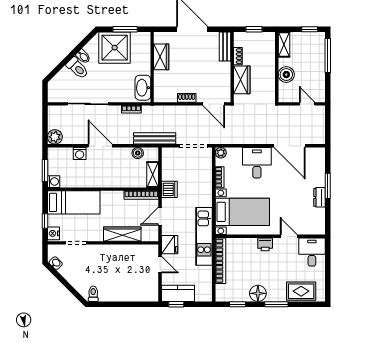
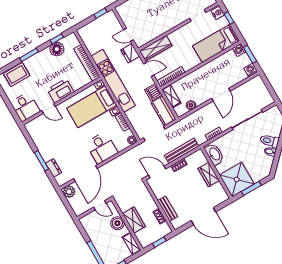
bench: (225, 47) -> (168, 209), moved
shower: (115, 48) -> (237, 179), moved
wardrobe: (161, 57) -> (209, 174), moved
wardrobe: (242, 80) -> (134, 220), moved, turned 180
door: (307, 104) -> (100, 205), moved
plant: (55, 137) -> (69, 192), moved
bench: (155, 138) -> (181, 151), moved
door: (100, 146) -> (221, 95), hinge flipped
door: (290, 146) -> (85, 174), swing flipped
washing machine: (80, 154) -> (251, 70), moved
dresser: (319, 197) -> (53, 168), moved
door: (160, 216) -> (149, 69), hinge flipped
wardrobe: (122, 234) -> (156, 48), moved
kitchen unit: (204, 236) -> (113, 81), width x1.36
printer: (265, 244) -> (61, 91), width x1.87, depth x1.48
kitchen counter: (178, 293) -> (164, 111), moved, turned 90
floor lamp: (258, 293) -> (57, 49), moved

